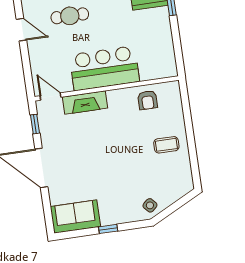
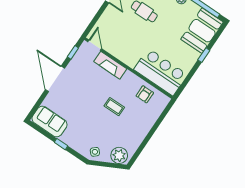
bar counter: (104, 68) -> (161, 72), moved
coffee table: (166, 145) -> (114, 107), moved
plant: (178, 186) -> (119, 155), added

